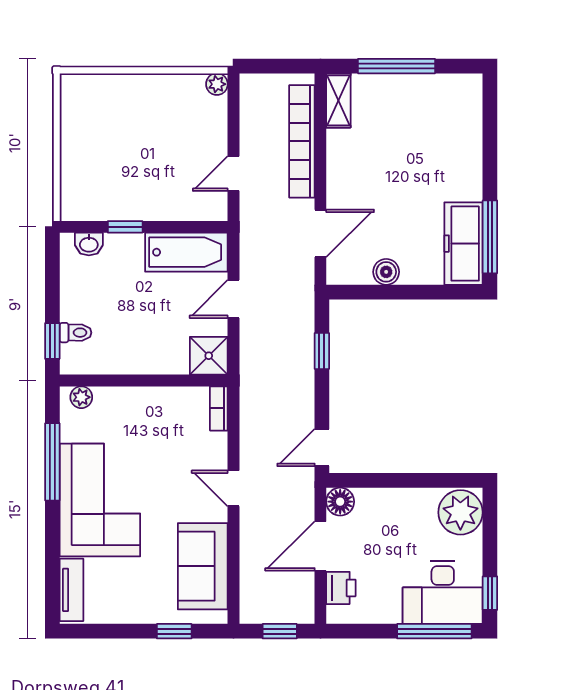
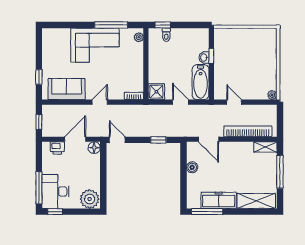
shelving: (465, 122) -> (256, 201), added
washbasin: (89, 244) -> (204, 57), moved
freezer: (464, 244) -> (219, 200), moved
door: (320, 546) -> (75, 139), hinge flipped
tv unit: (71, 590) -> (57, 33), removed

